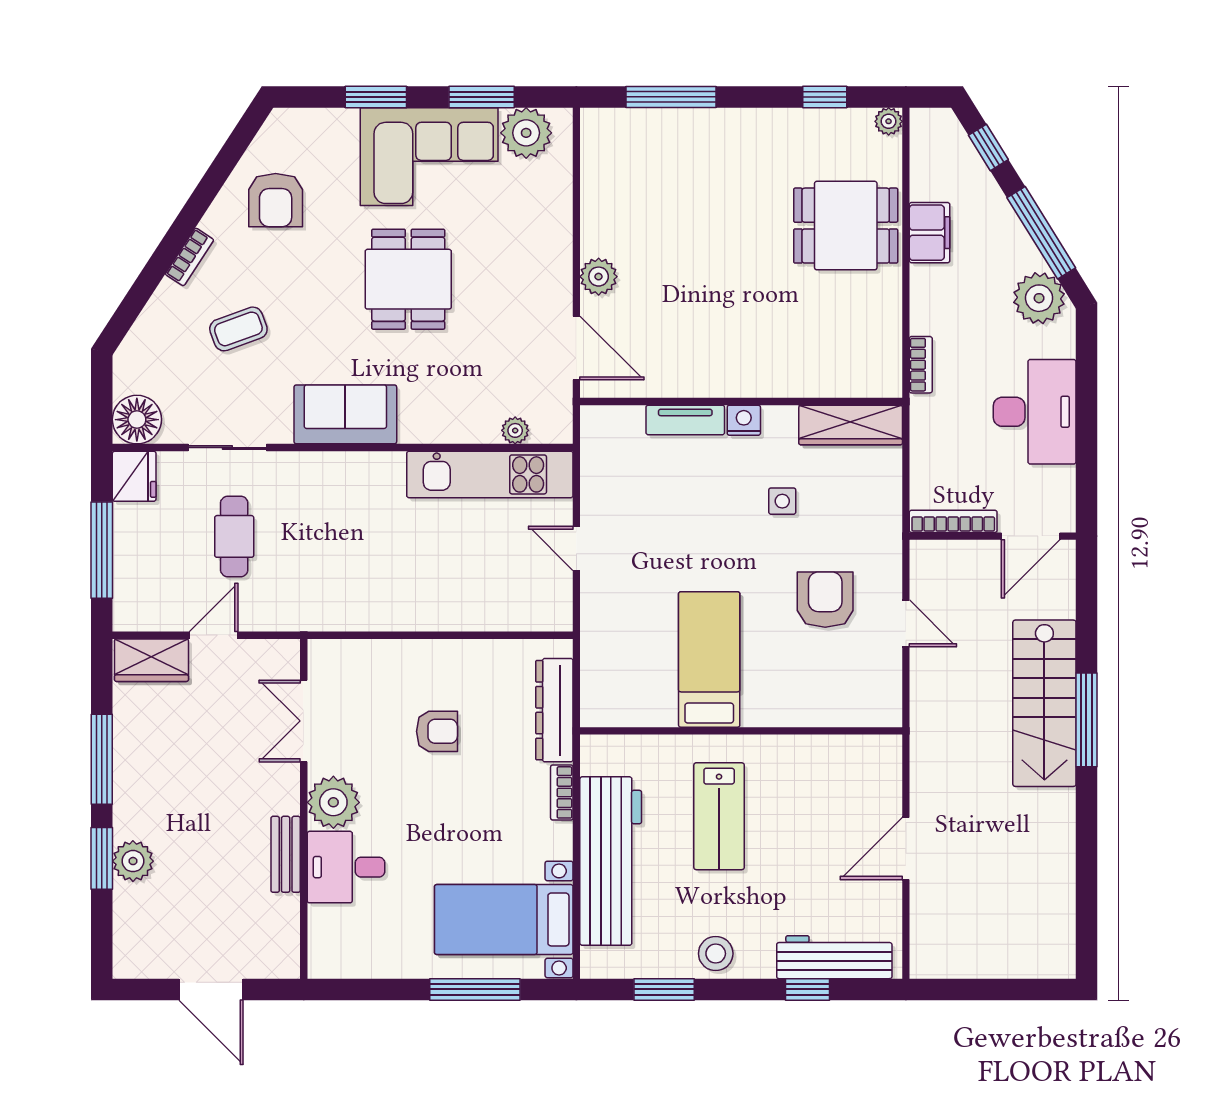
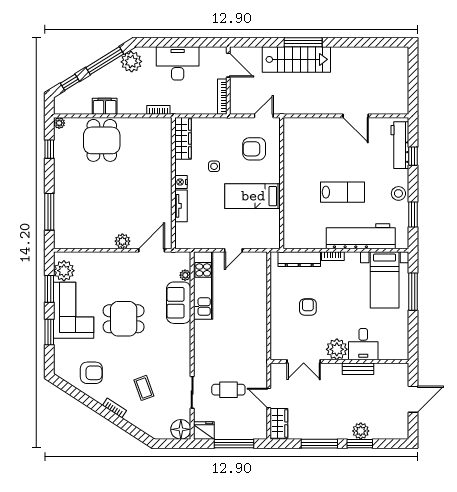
sofa: (345, 414) -> (179, 303), moved
bed: (709, 659) -> (253, 196), moved
wall: (741, 731) -> (282, 183), moved

